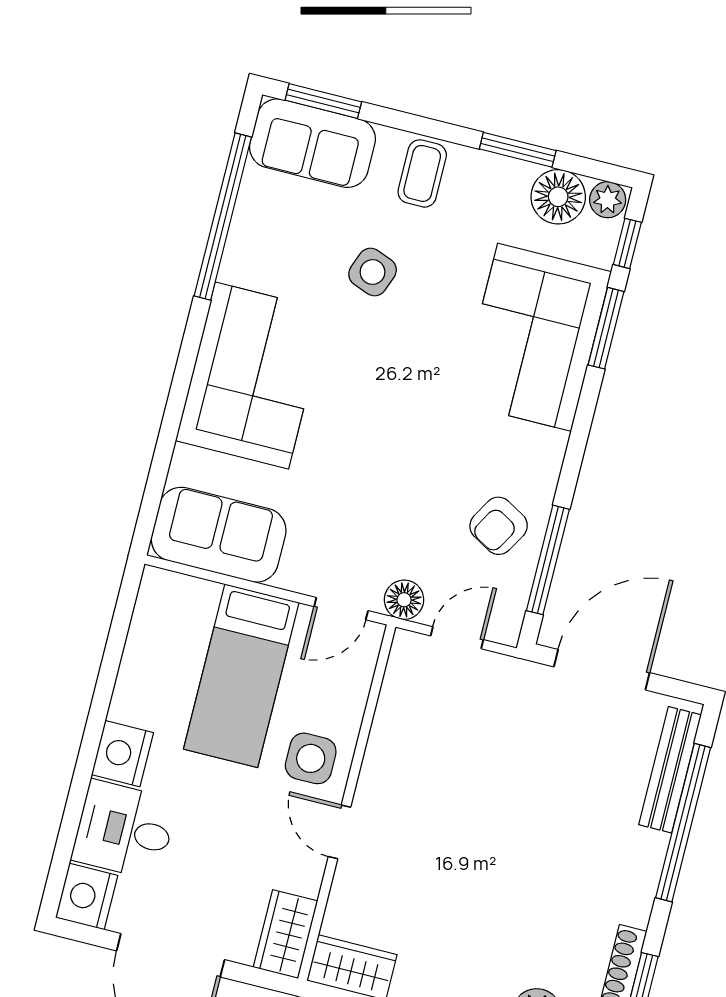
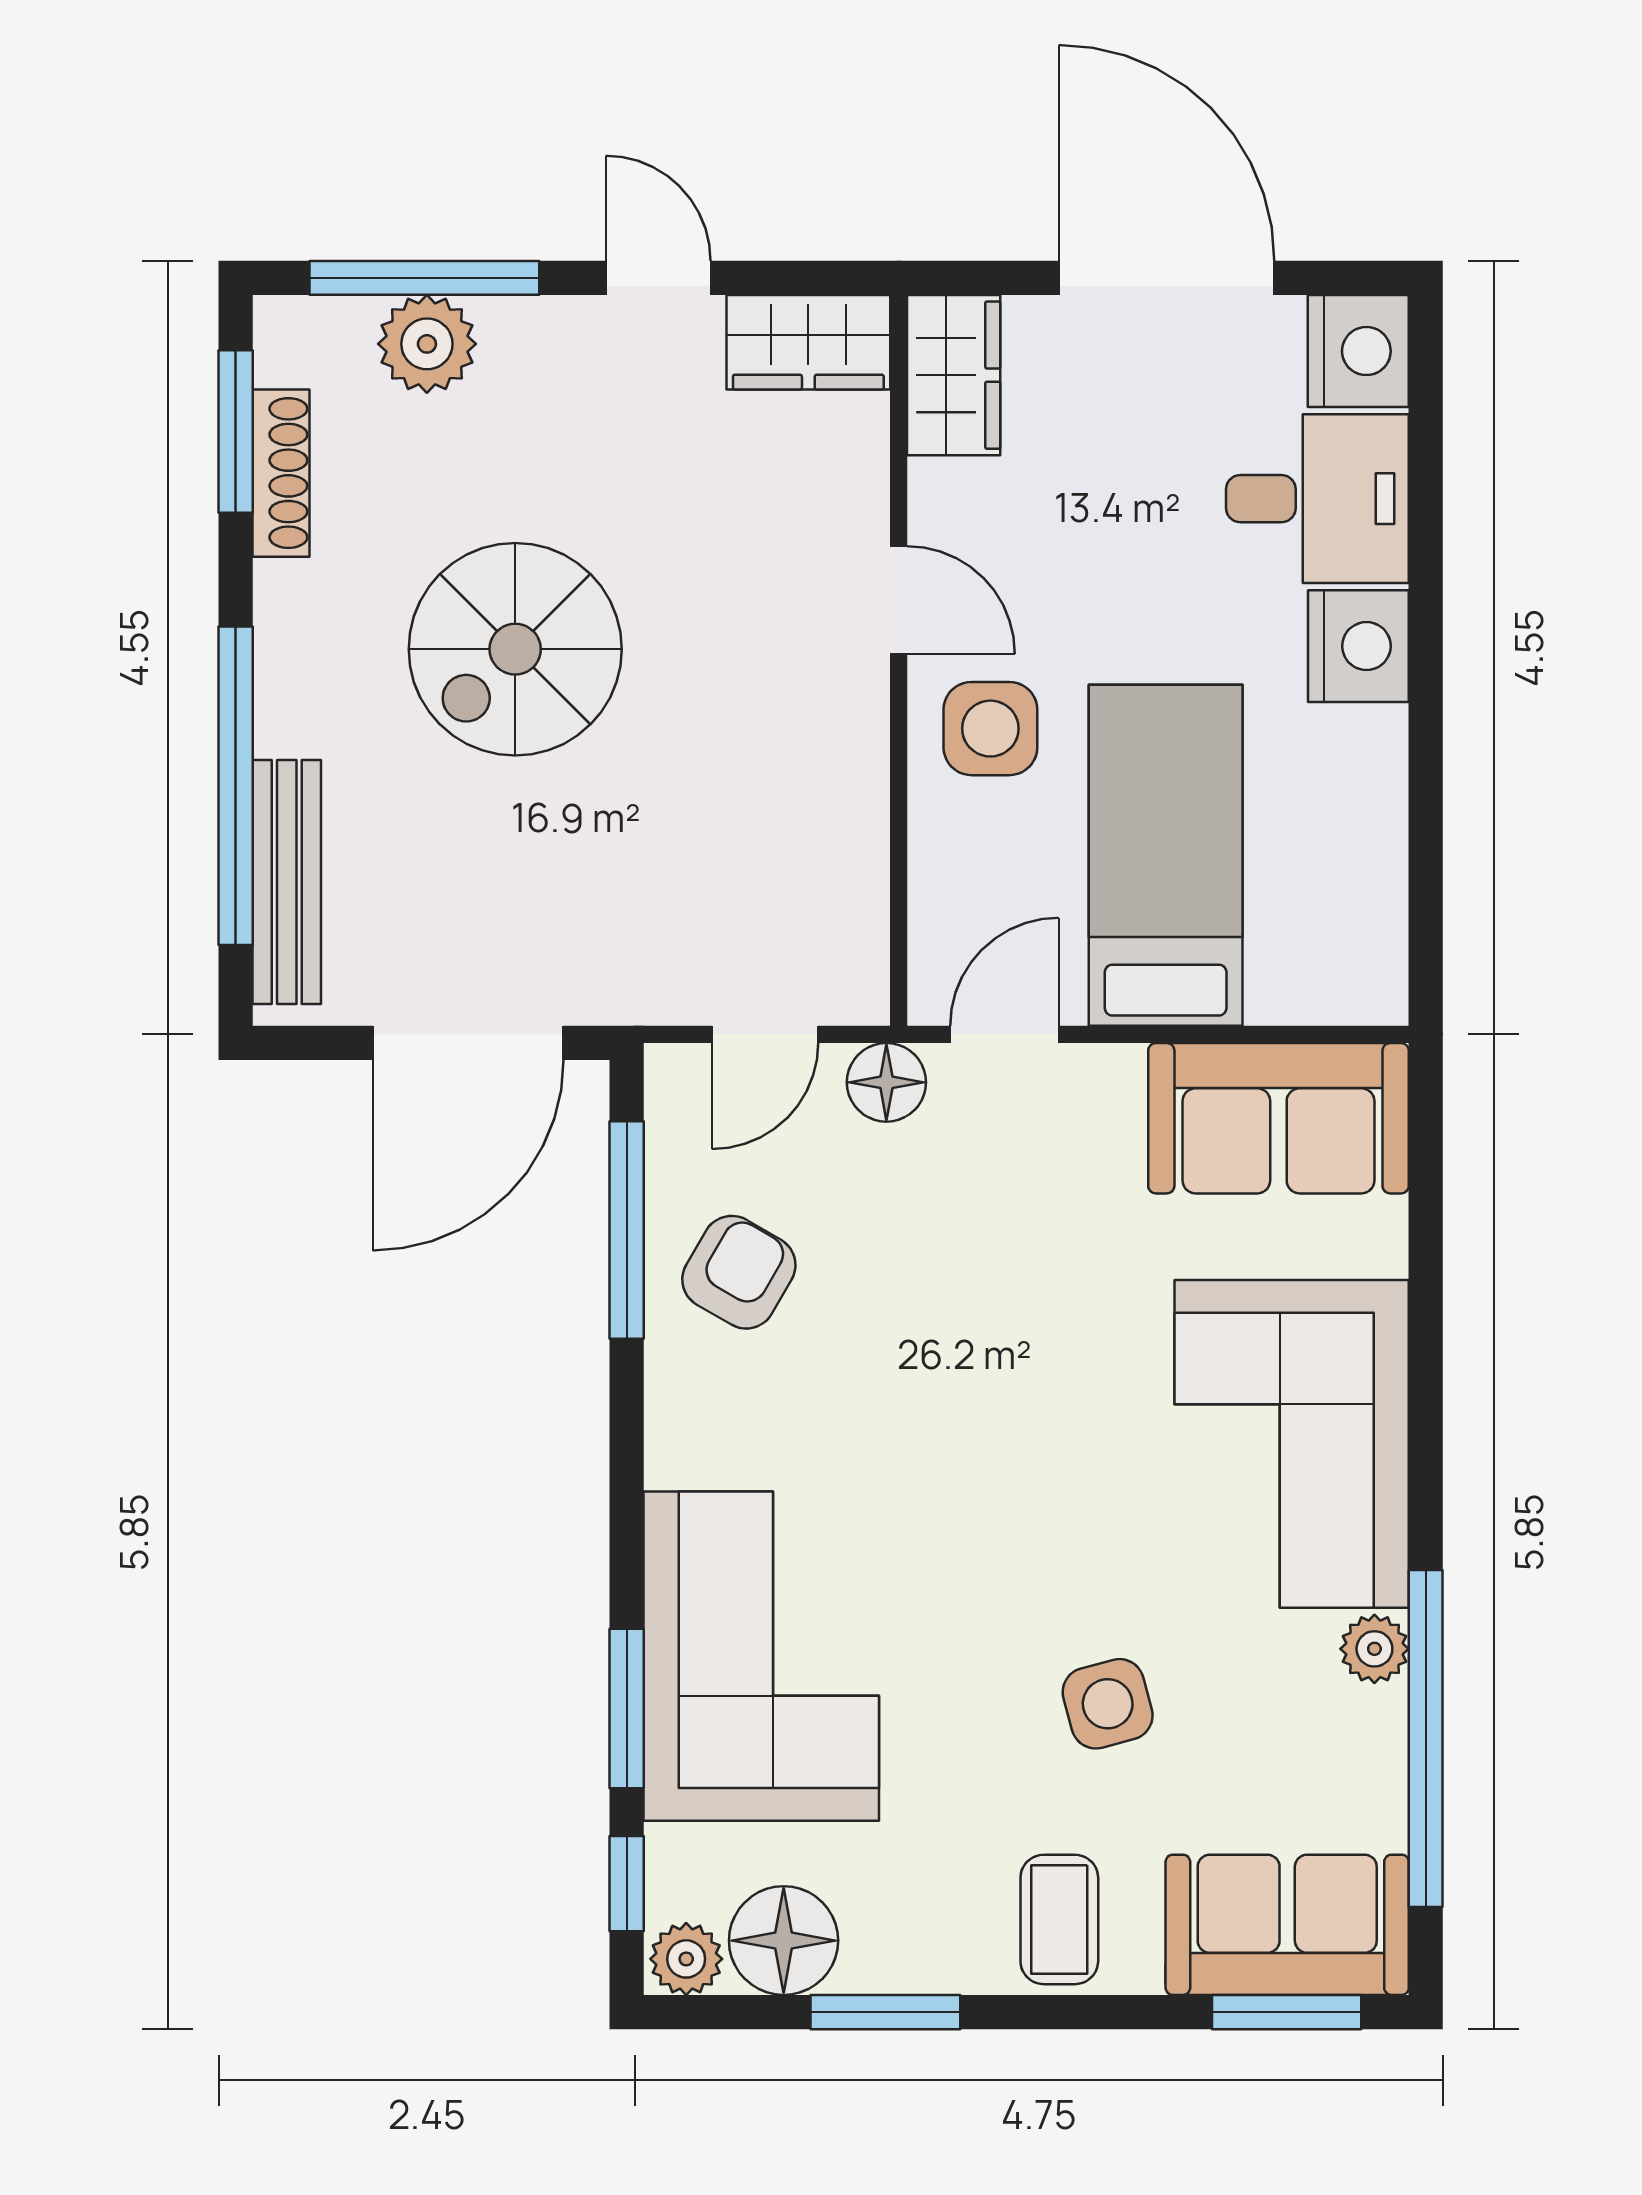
plant: (237, 266) -> (1374, 1649), added
side table: (373, 272) -> (1108, 1704), turned -36
spiral stairs: (531, 855) -> (515, 649), added

